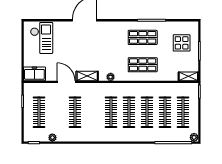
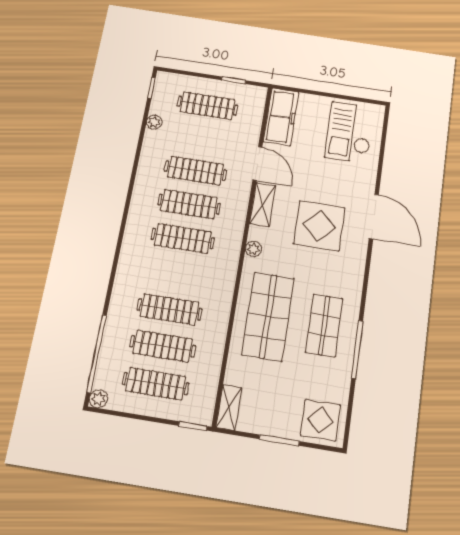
checkout: (42, 38) -> (349, 132), turned 90
display table: (182, 43) -> (320, 420), moved
display table: (94, 47) -> (319, 226), added
shop shelf: (143, 65) -> (268, 316), width x1.43, depth x1.36
freezer: (34, 74) -> (281, 117), width x1.40
door: (66, 82) -> (257, 163), hinge flipped
clothes rail: (129, 112) -> (189, 204), moved

